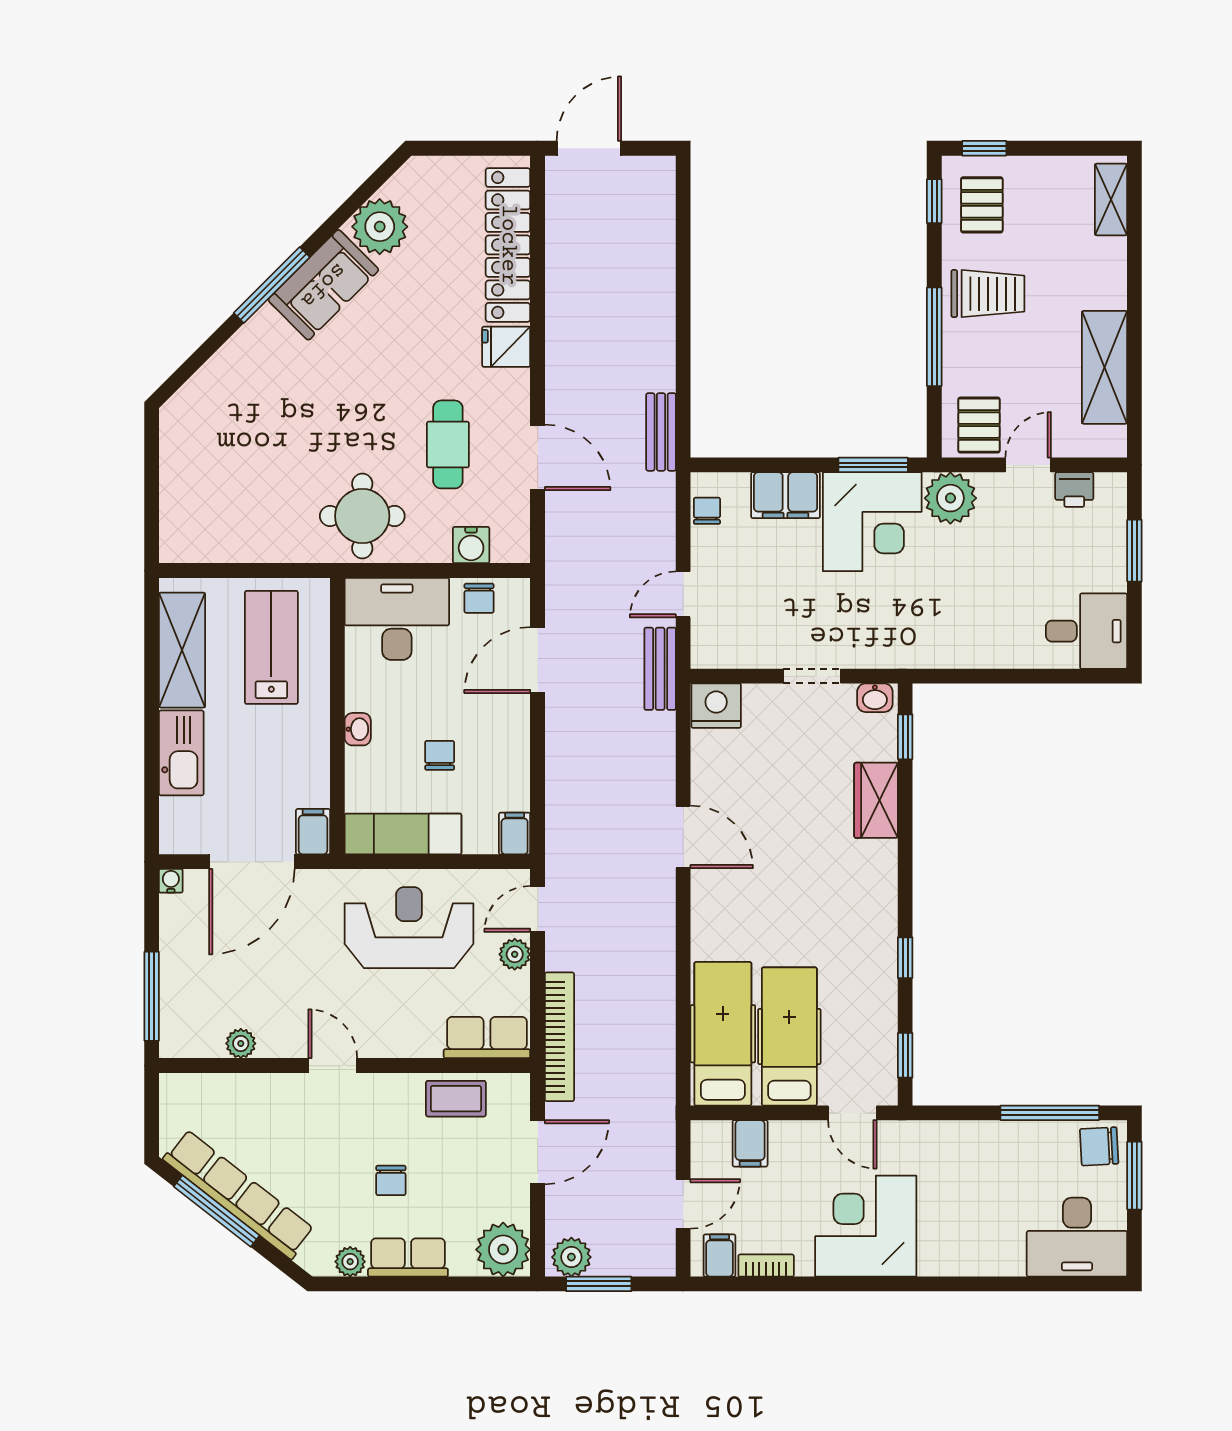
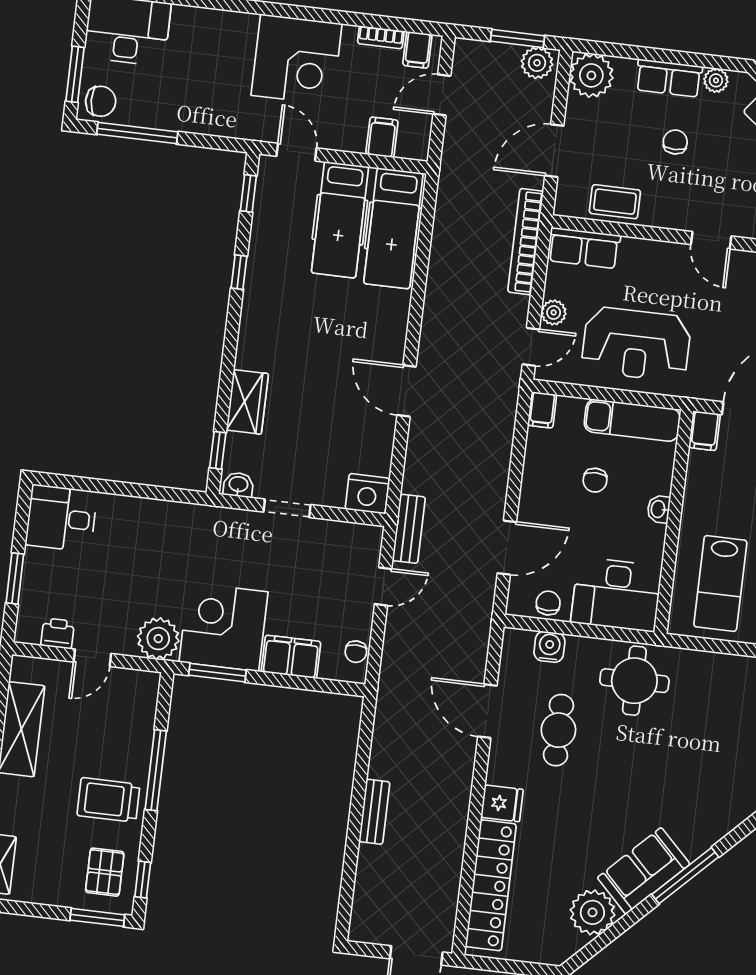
window: (984, 148) -> (97, 917), width x1.50
pallet: (979, 425) -> (128, 695), removed
bench: (661, 432) -> (374, 812), moved

